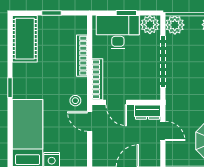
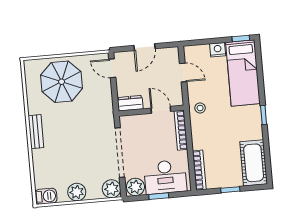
bookcase: (82, 56) -> (199, 170), moved
door: (90, 121) -> (183, 73), moved
door: (163, 131) -> (112, 68), moved

